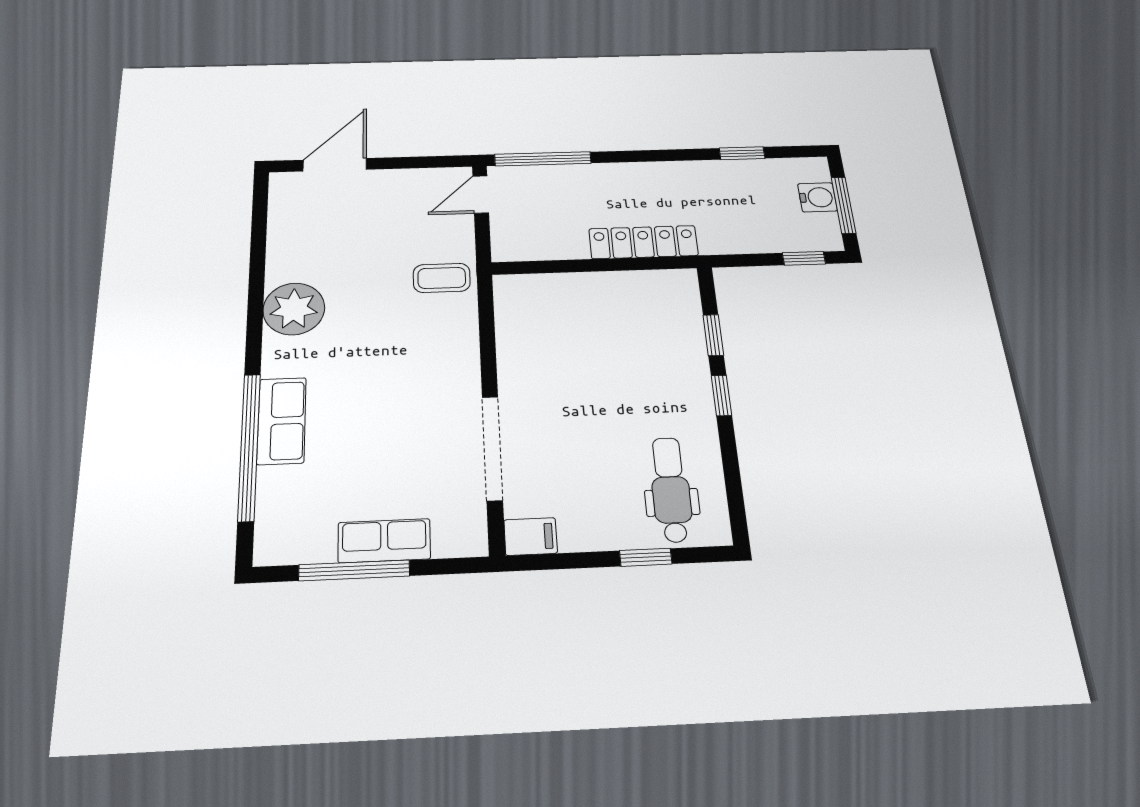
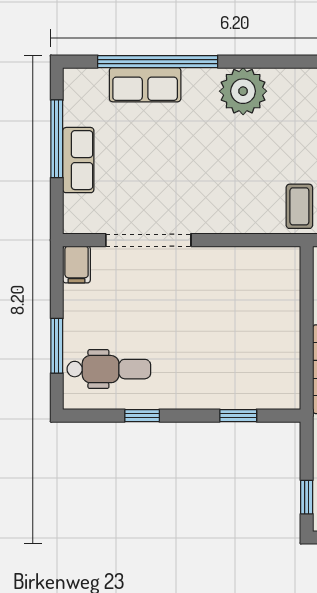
plant: (294, 309) -> (243, 91), moved
window: (721, 395) -> (142, 416), moved
row of seats: (282, 421) -> (145, 85), moved
window: (646, 557) -> (57, 346), width x1.50

